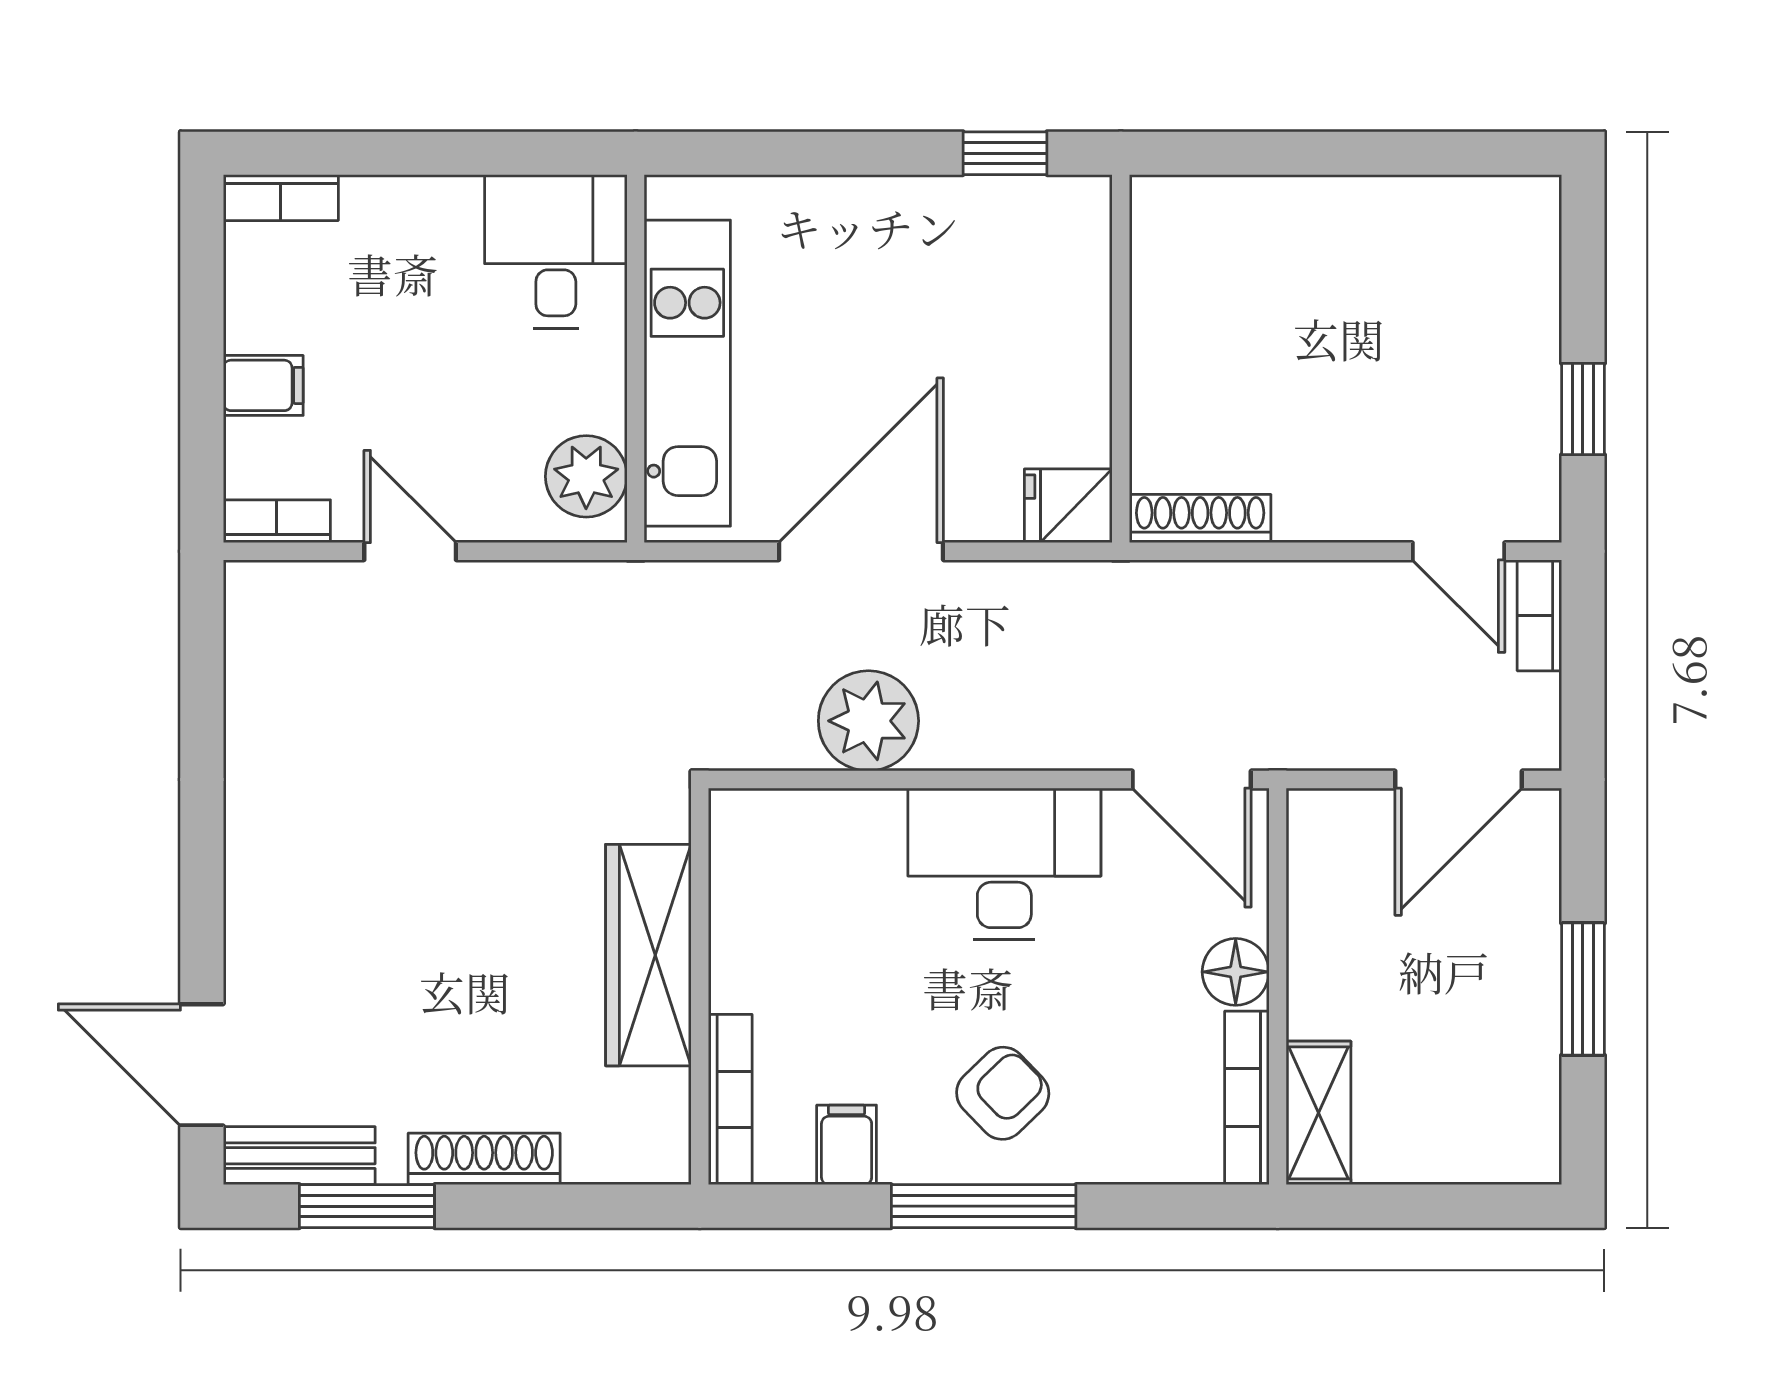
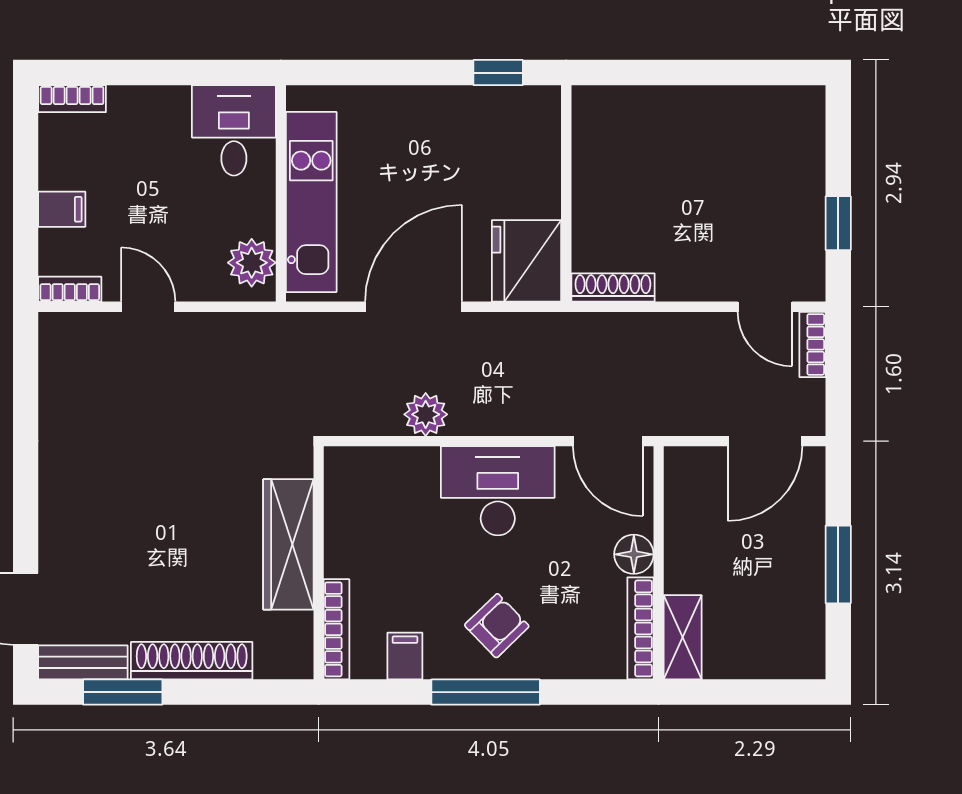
fridge: (1068, 506) -> (527, 261), width x1.88, depth x1.34
plant: (868, 721) -> (426, 414), width x0.73, depth x0.73
shoe rack: (484, 1159) -> (192, 661), width x1.36, depth x1.24

